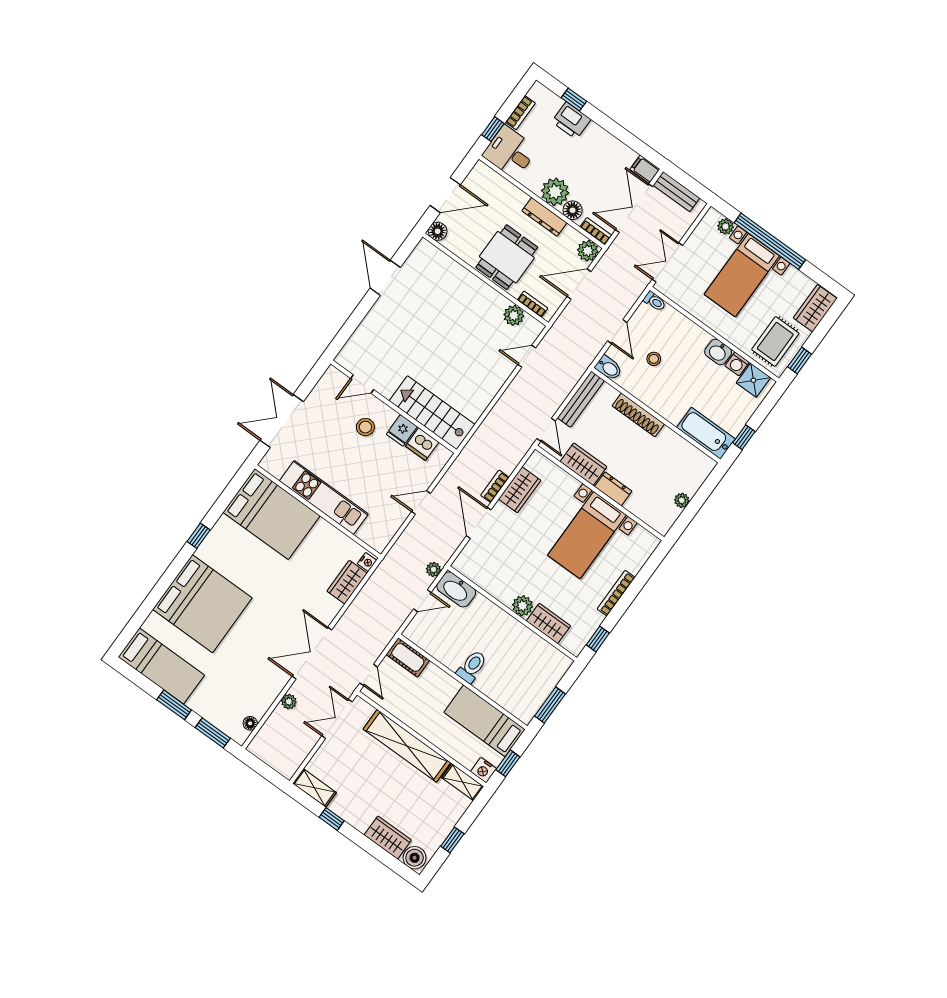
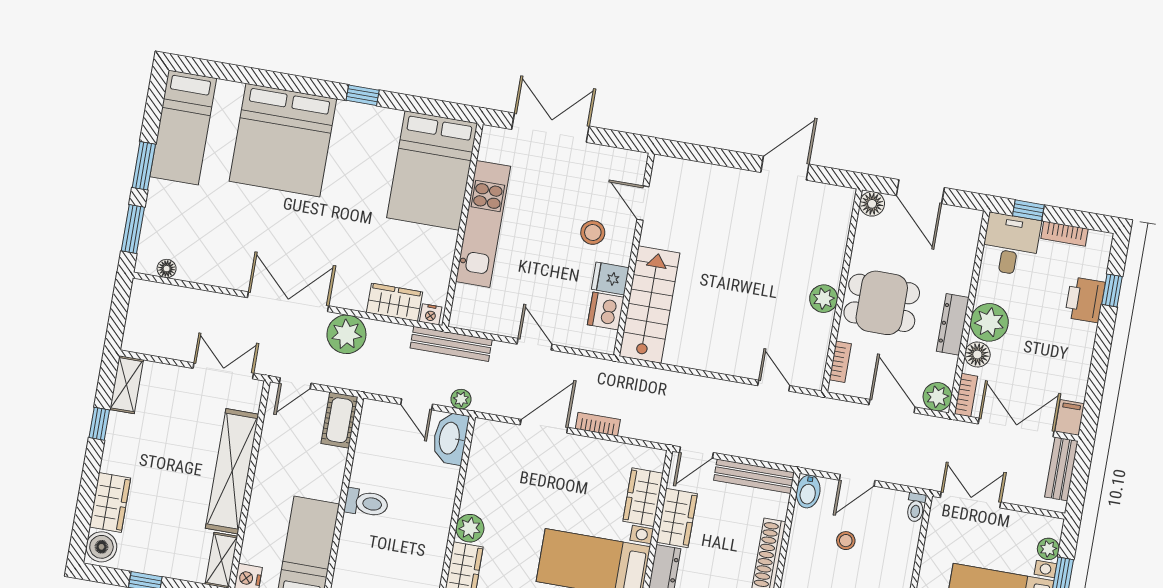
plant: (514, 315) -> (824, 299), moved
wardrobe: (520, 490) -> (643, 497), moved, turned 90
bench: (393, 558) -> (451, 344), added
plant: (289, 702) -> (346, 334), moved, width x1.88, depth x1.88

